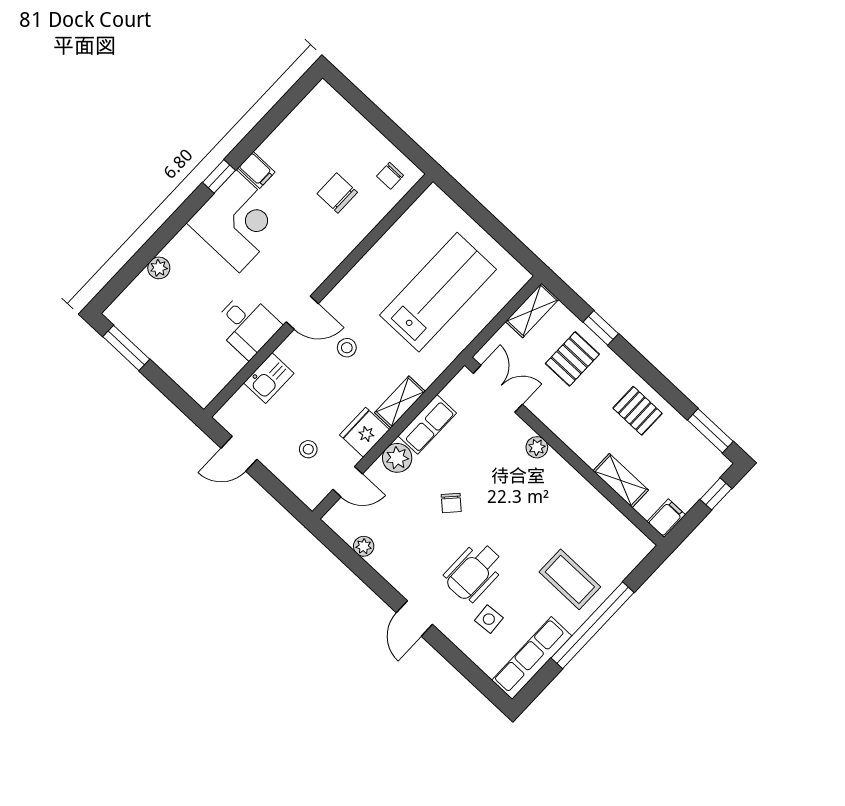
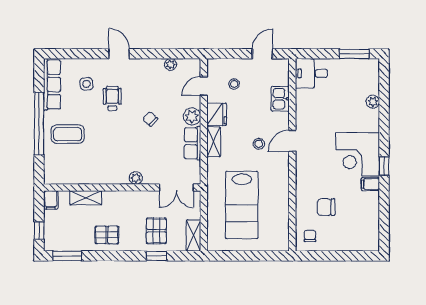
chair: (337, 193) -> (326, 207), turned 180
desk: (247, 325) -> (311, 73), moved
wheelchair: (474, 572) -> (112, 98), width x0.73, depth x0.73

